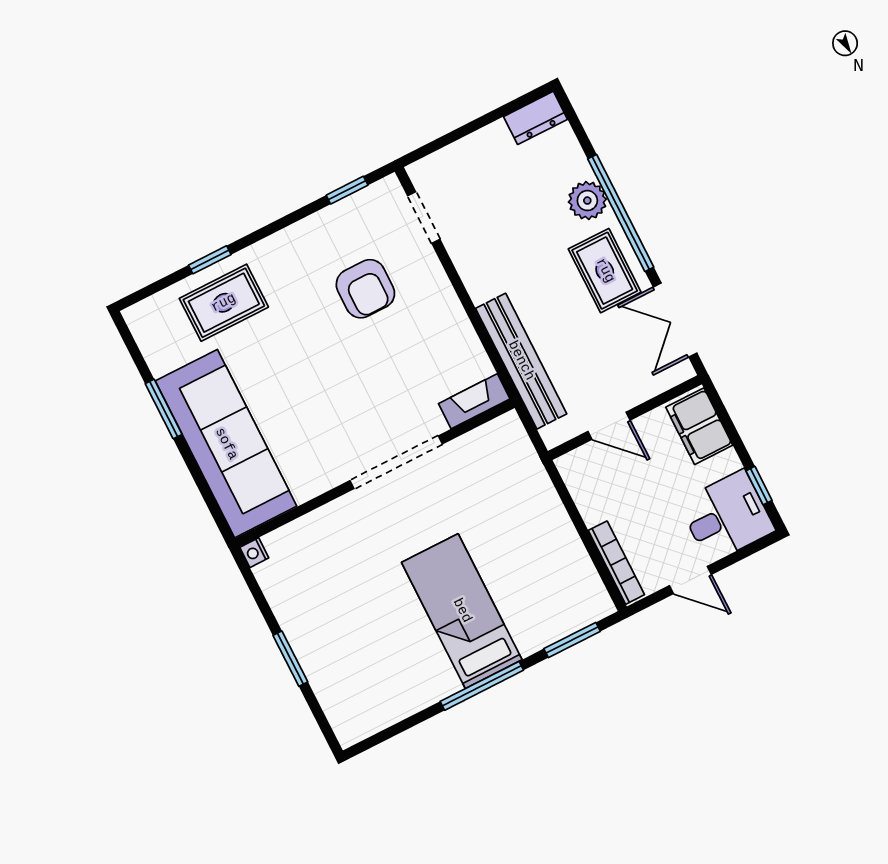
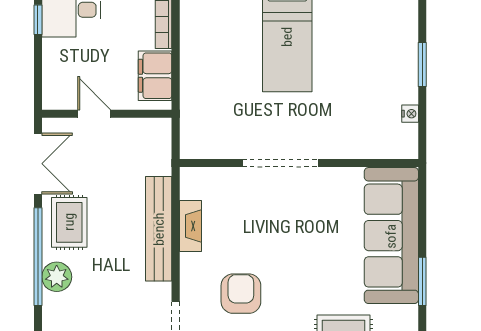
bench: (521, 361) -> (159, 229), moved
fireplace: (474, 401) -> (190, 226), moved, turned -90
door: (609, 426) -> (94, 114), moved
filing cabinet: (699, 426) -> (155, 76), moved, turned 180
nightstand: (254, 553) -> (410, 114), moved

